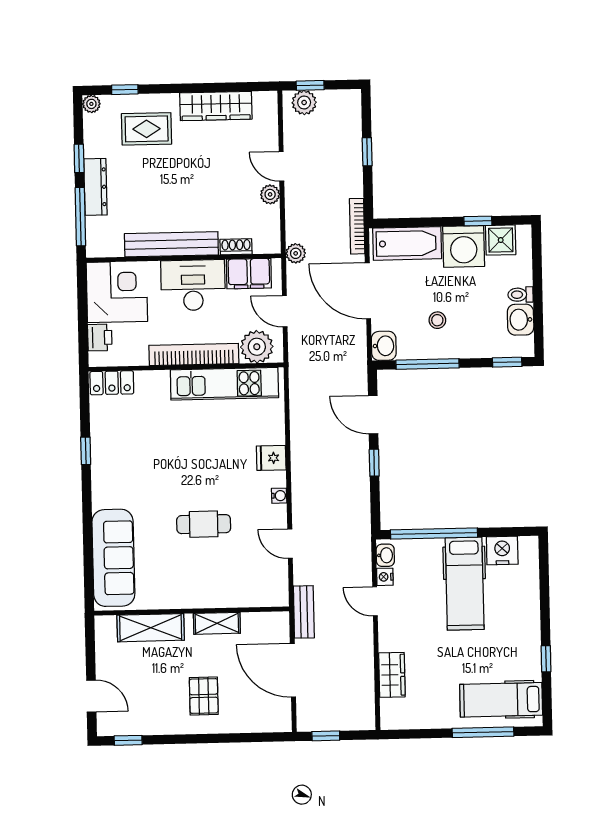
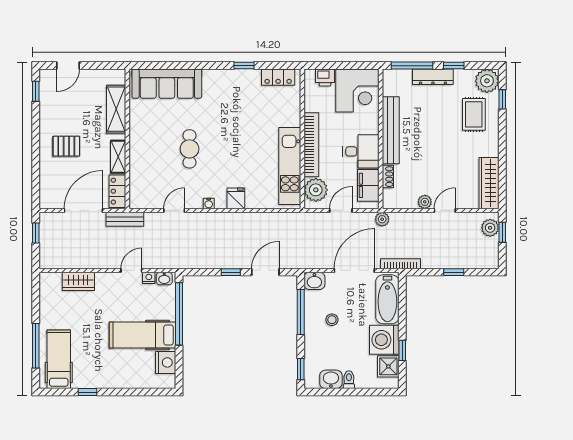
plant: (91, 104) -> (487, 81), width x1.88, depth x1.88
wardrobe: (216, 106) -> (489, 183), moved
desk: (193, 285) -> (361, 151), width x0.73
locker: (112, 383) -> (278, 77), moved, turned -90
locker: (265, 623) -> (117, 191), added

